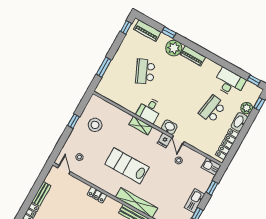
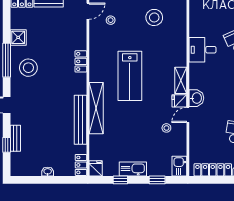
desk: (149, 110) -> (203, 50), moved
shelving: (141, 126) -> (181, 80), moved
lab bench: (127, 166) -> (130, 76), turned 180

